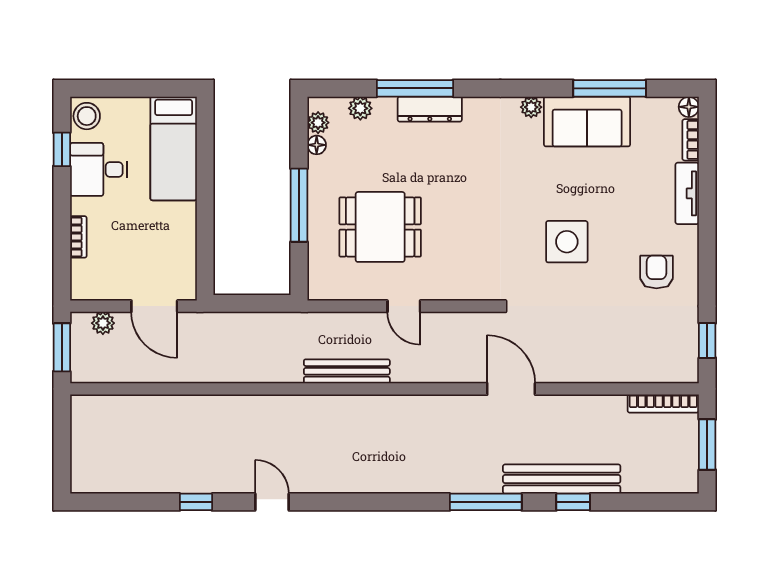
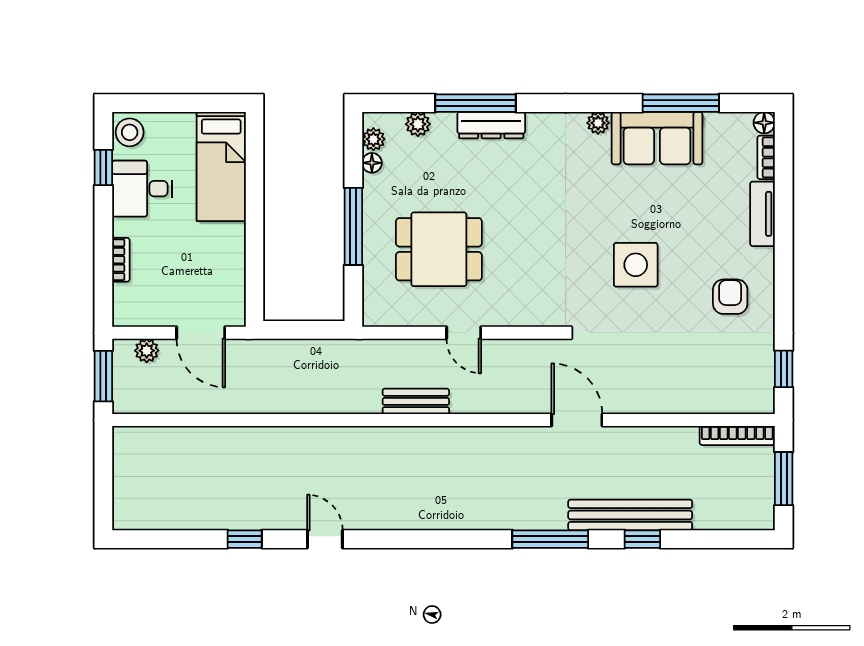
bench: (347, 371) -> (416, 401), width x0.73

